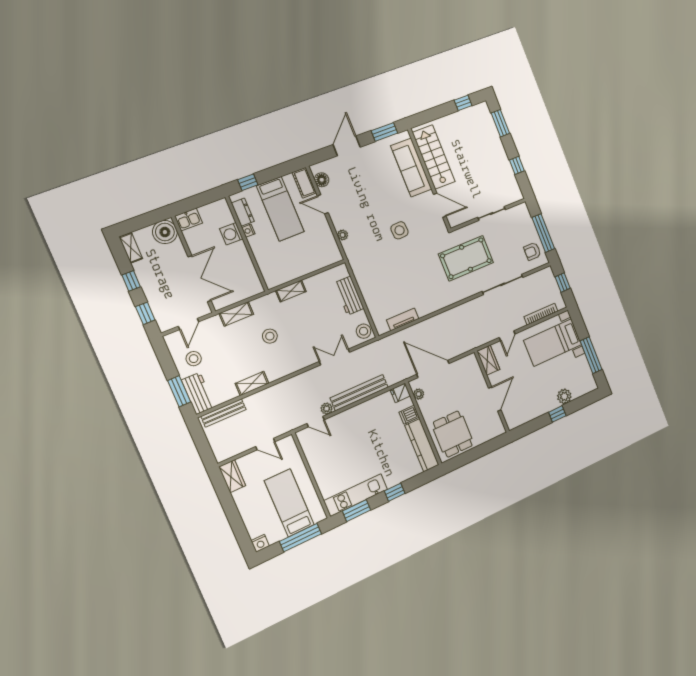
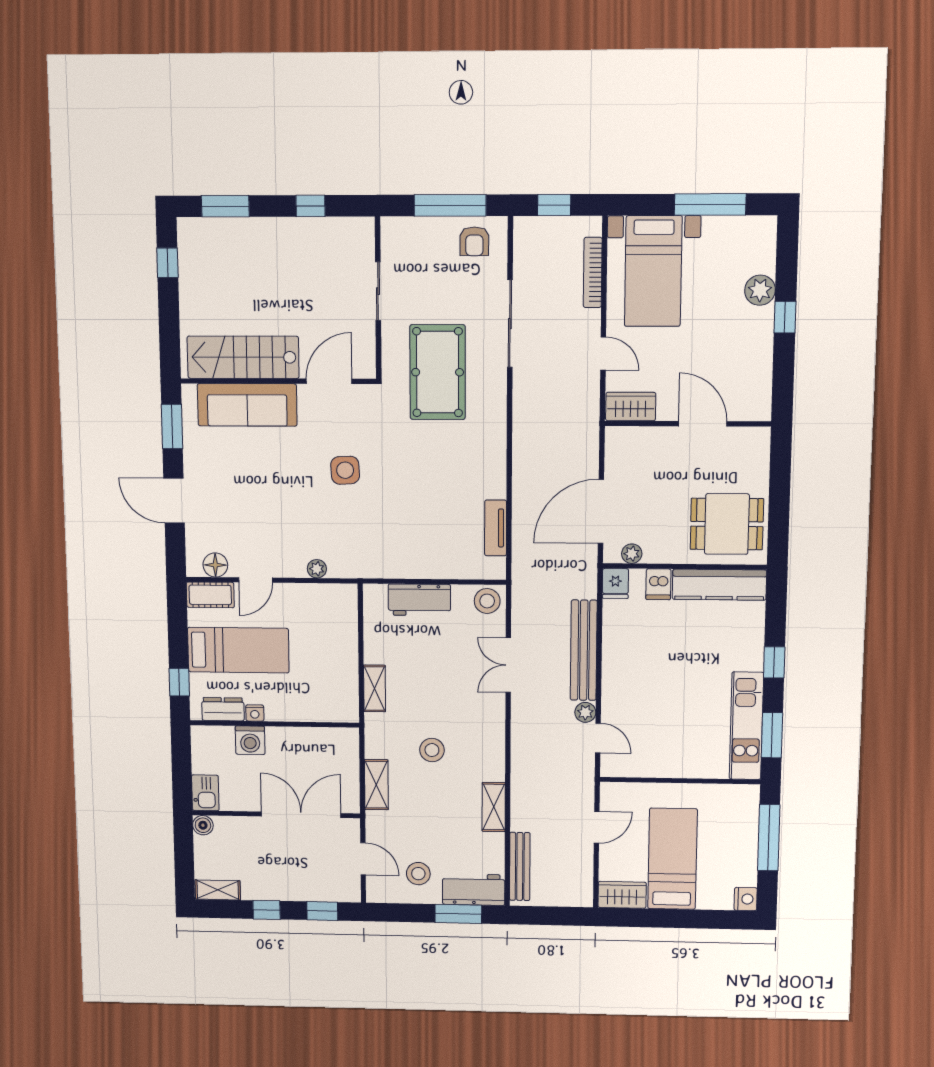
boiler: (165, 232) -> (203, 825), width x0.54, depth x0.54
door: (316, 422) -> (598, 738), hinge flipped
bed: (289, 503) -> (672, 859), moved, turned 90

